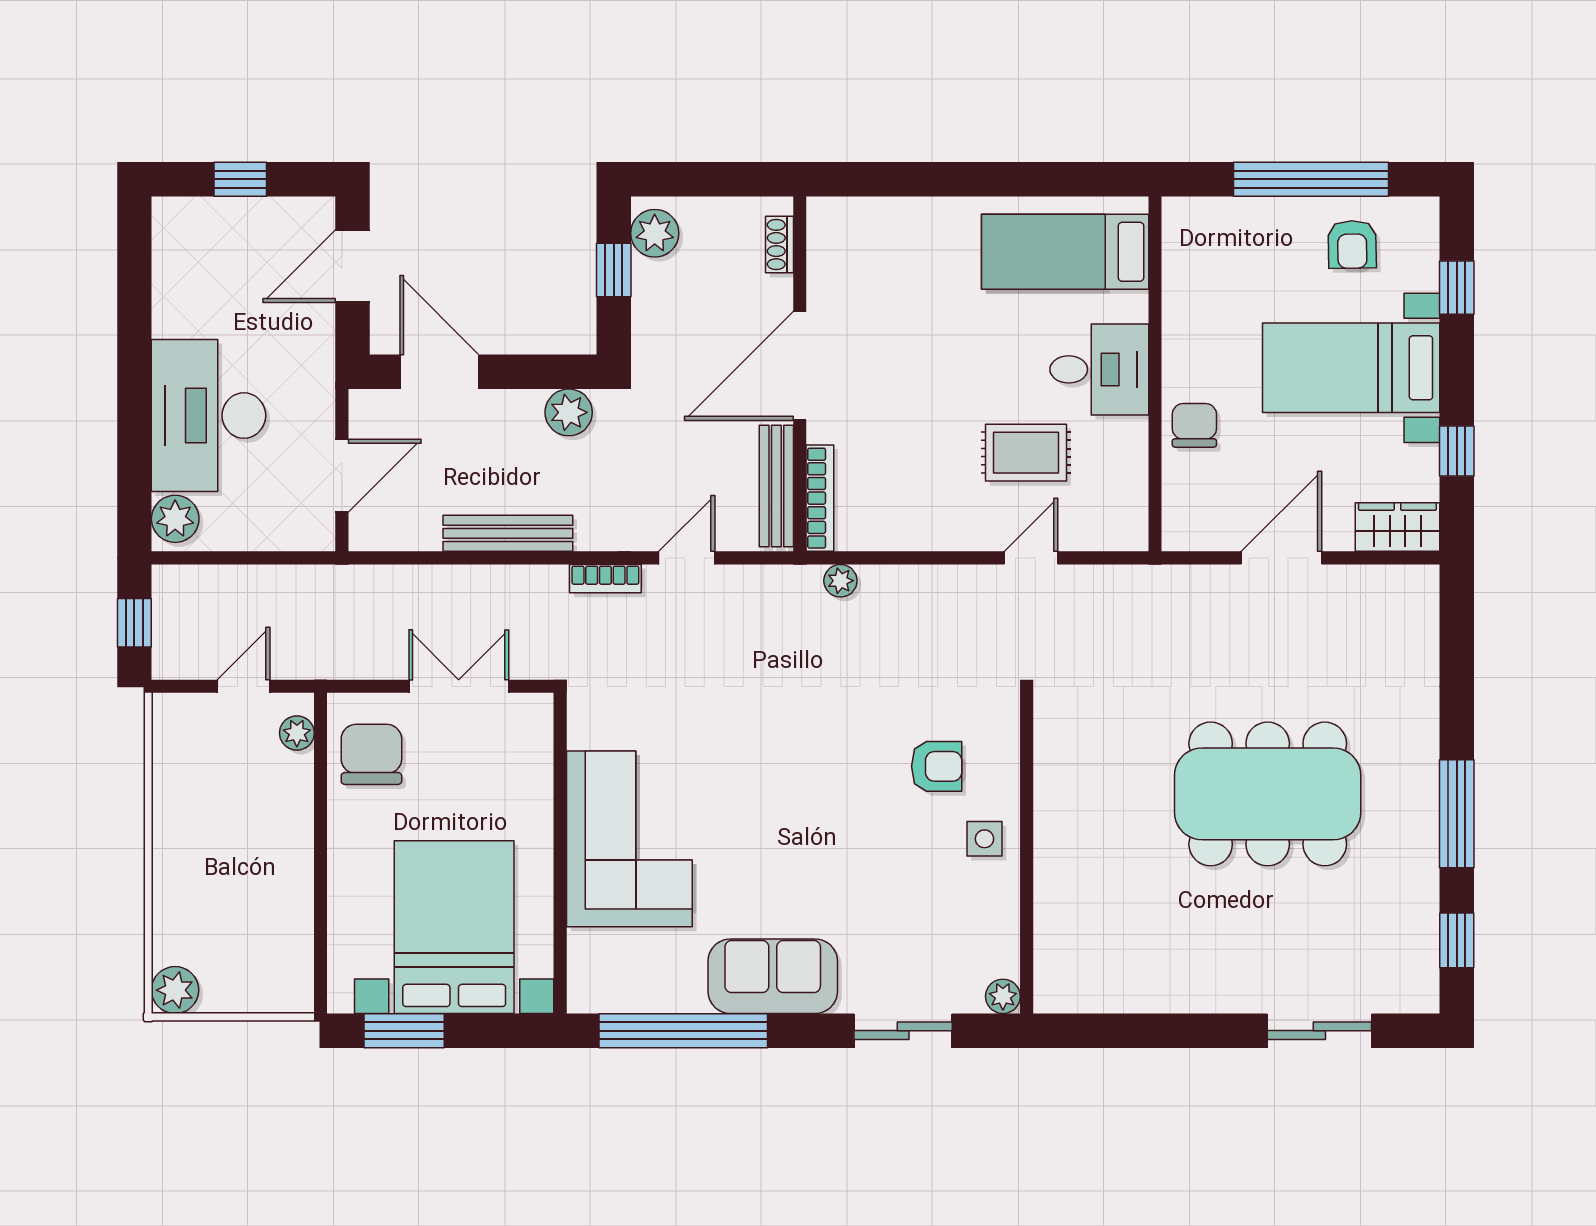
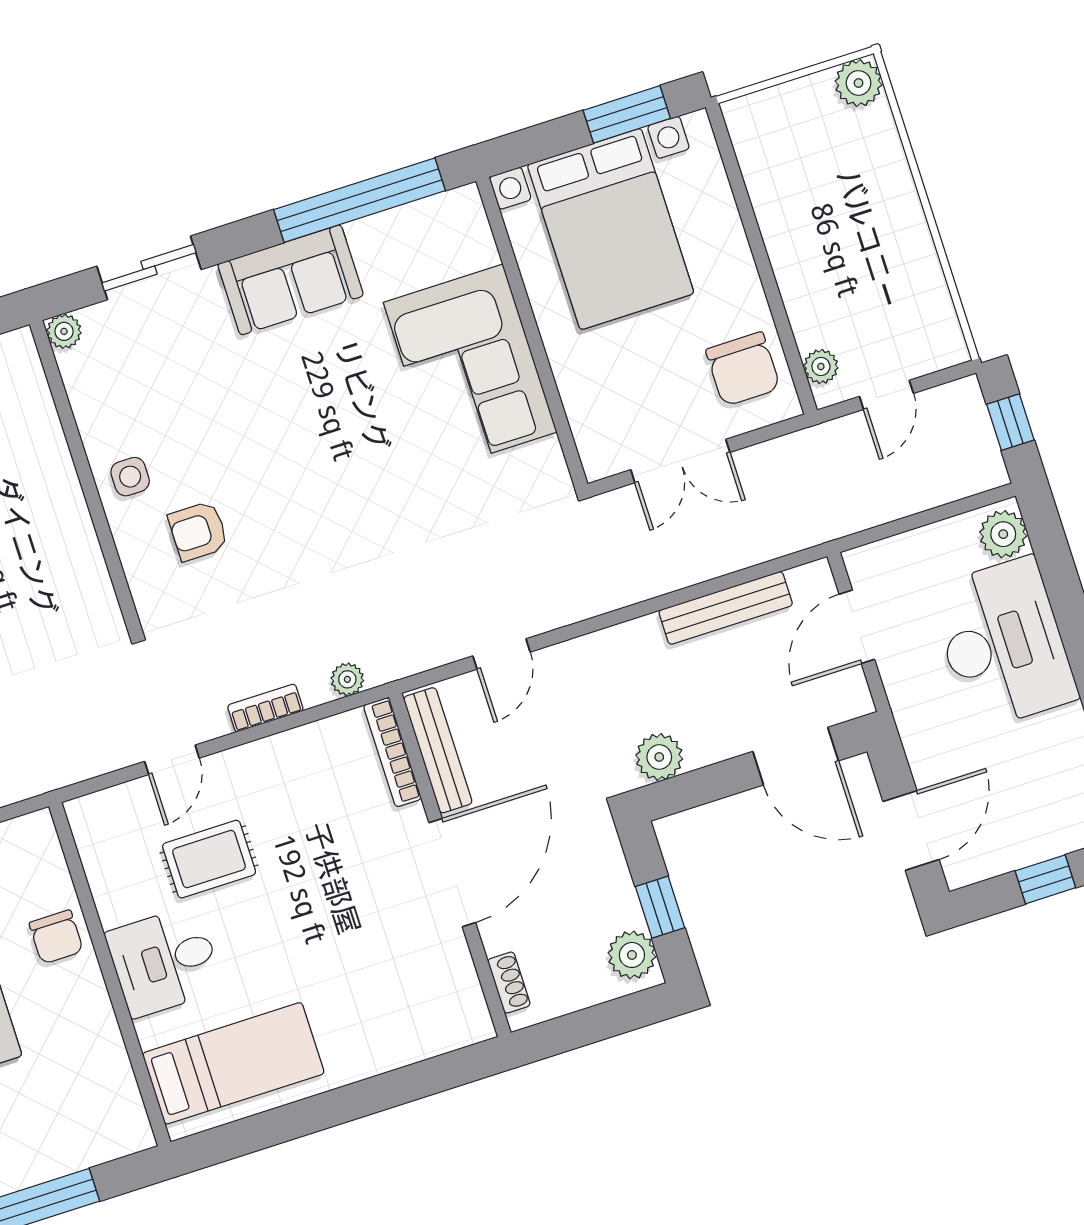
bench: (508, 533) -> (726, 608), moved
bookcase: (605, 579) -> (265, 708), moved

